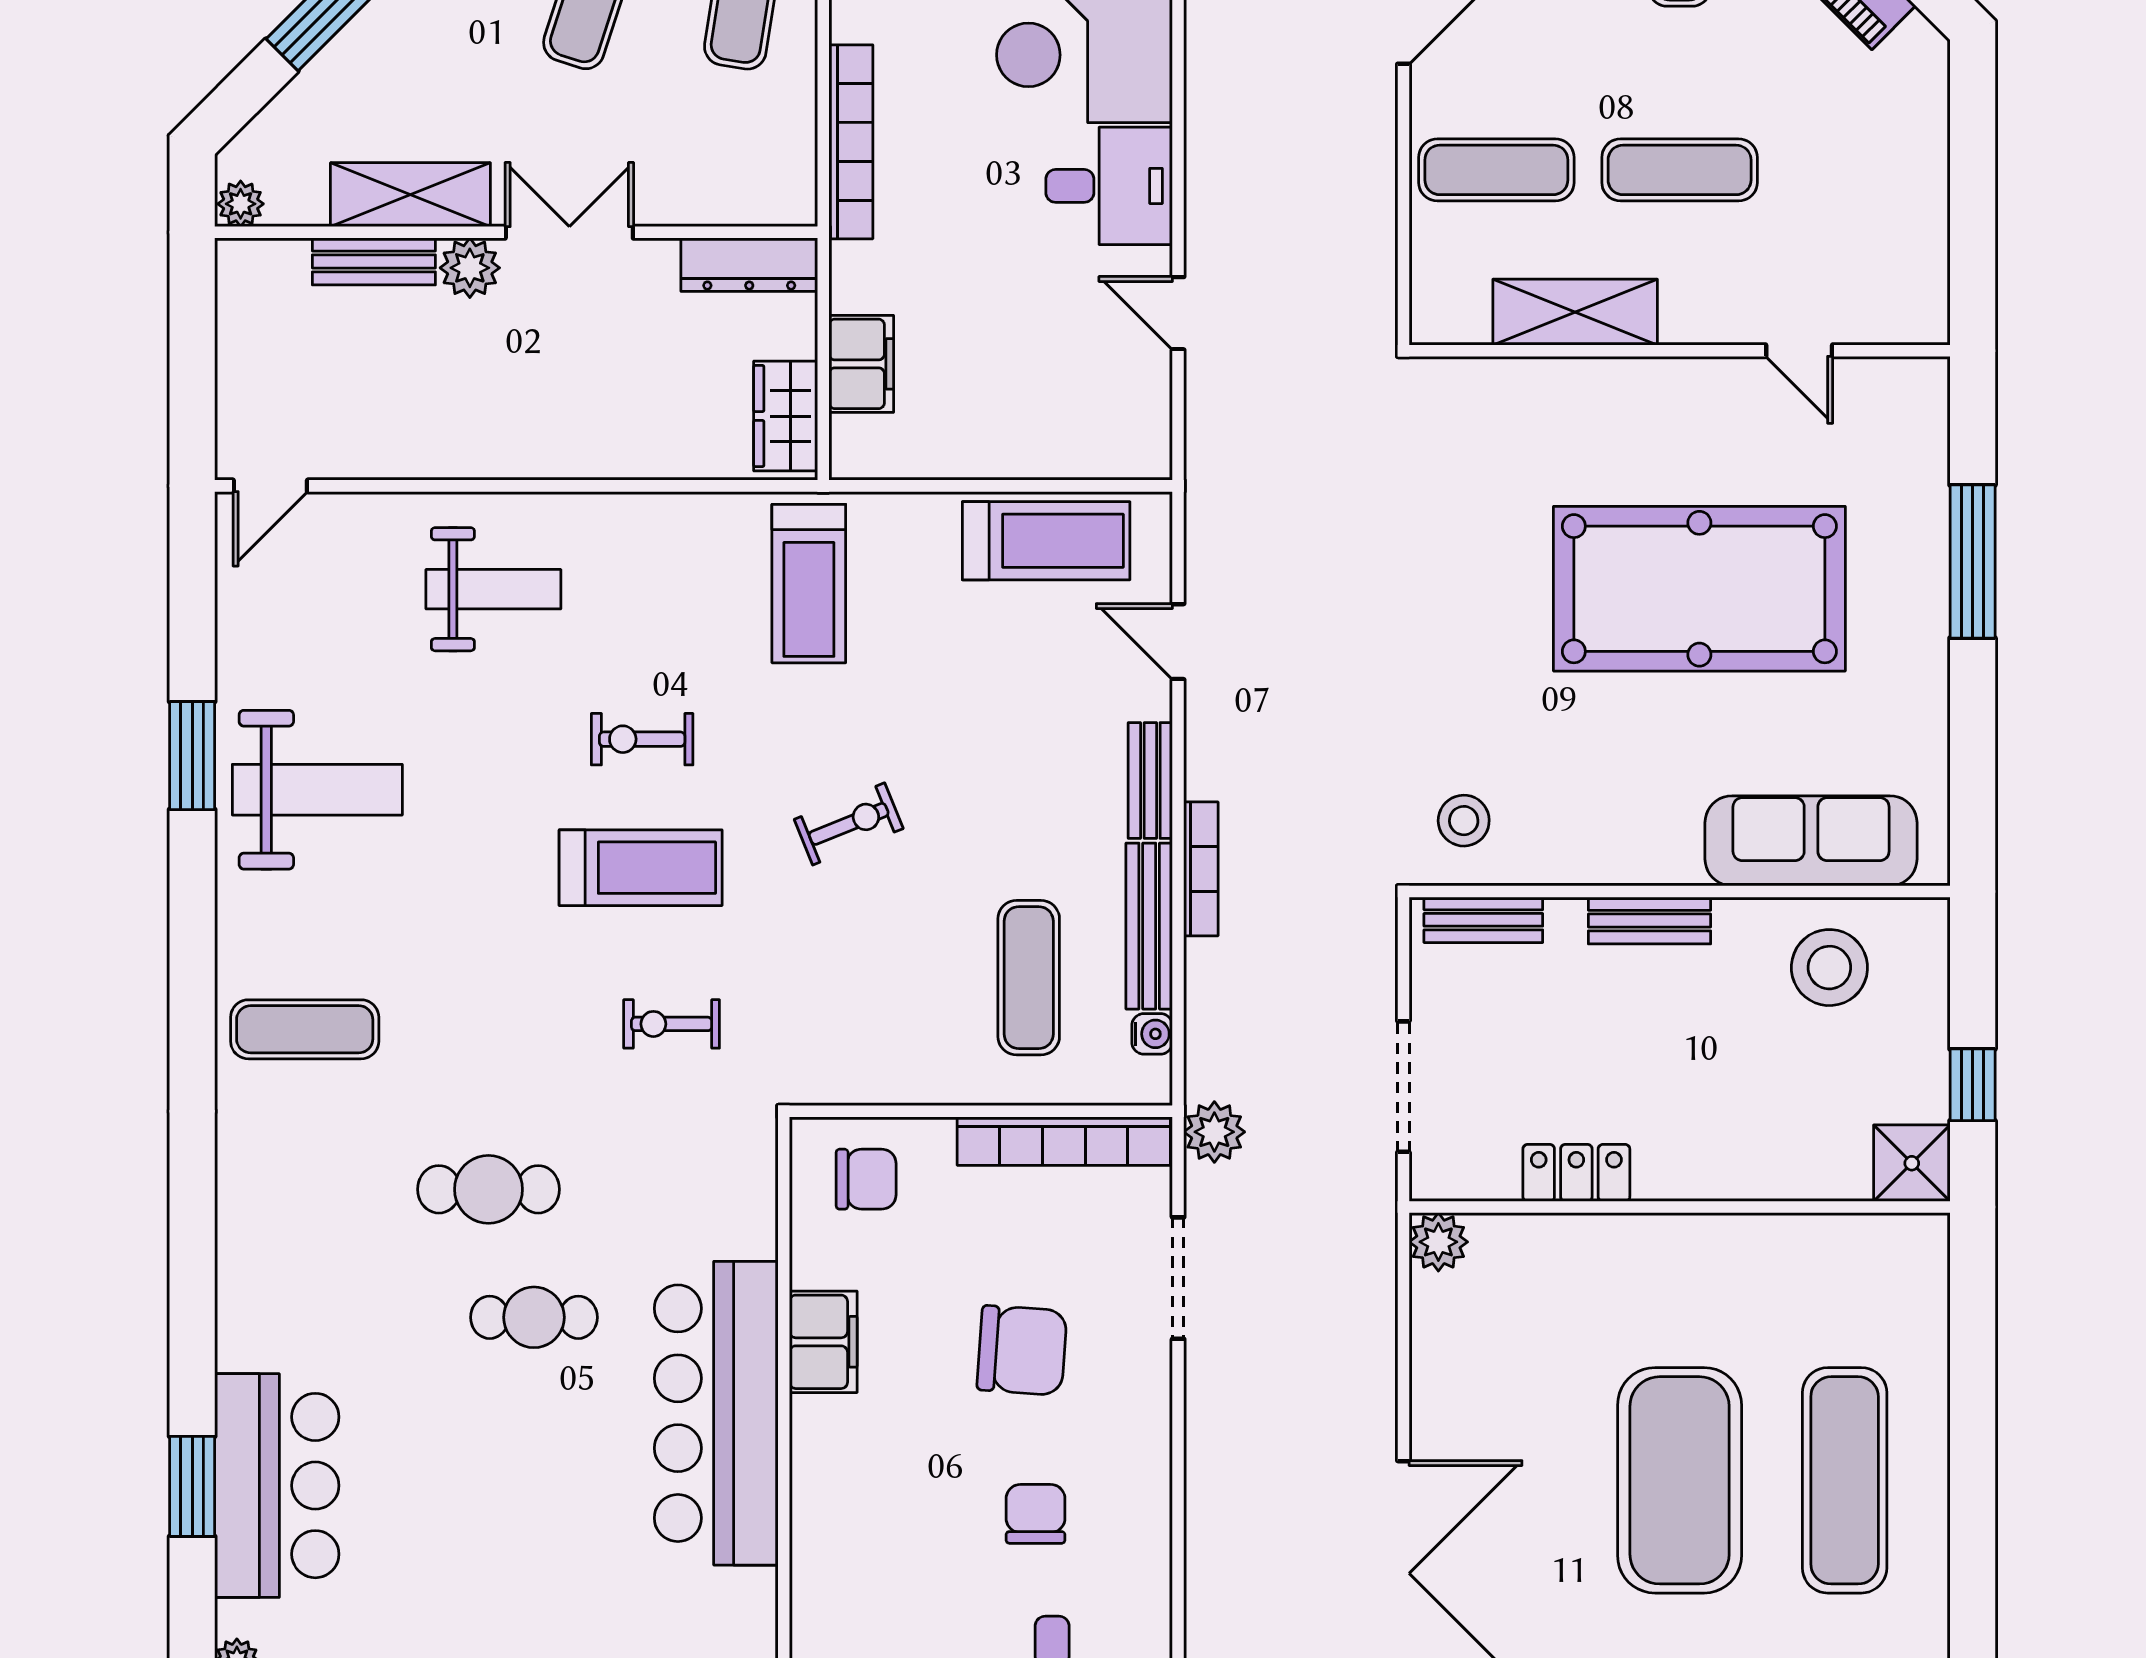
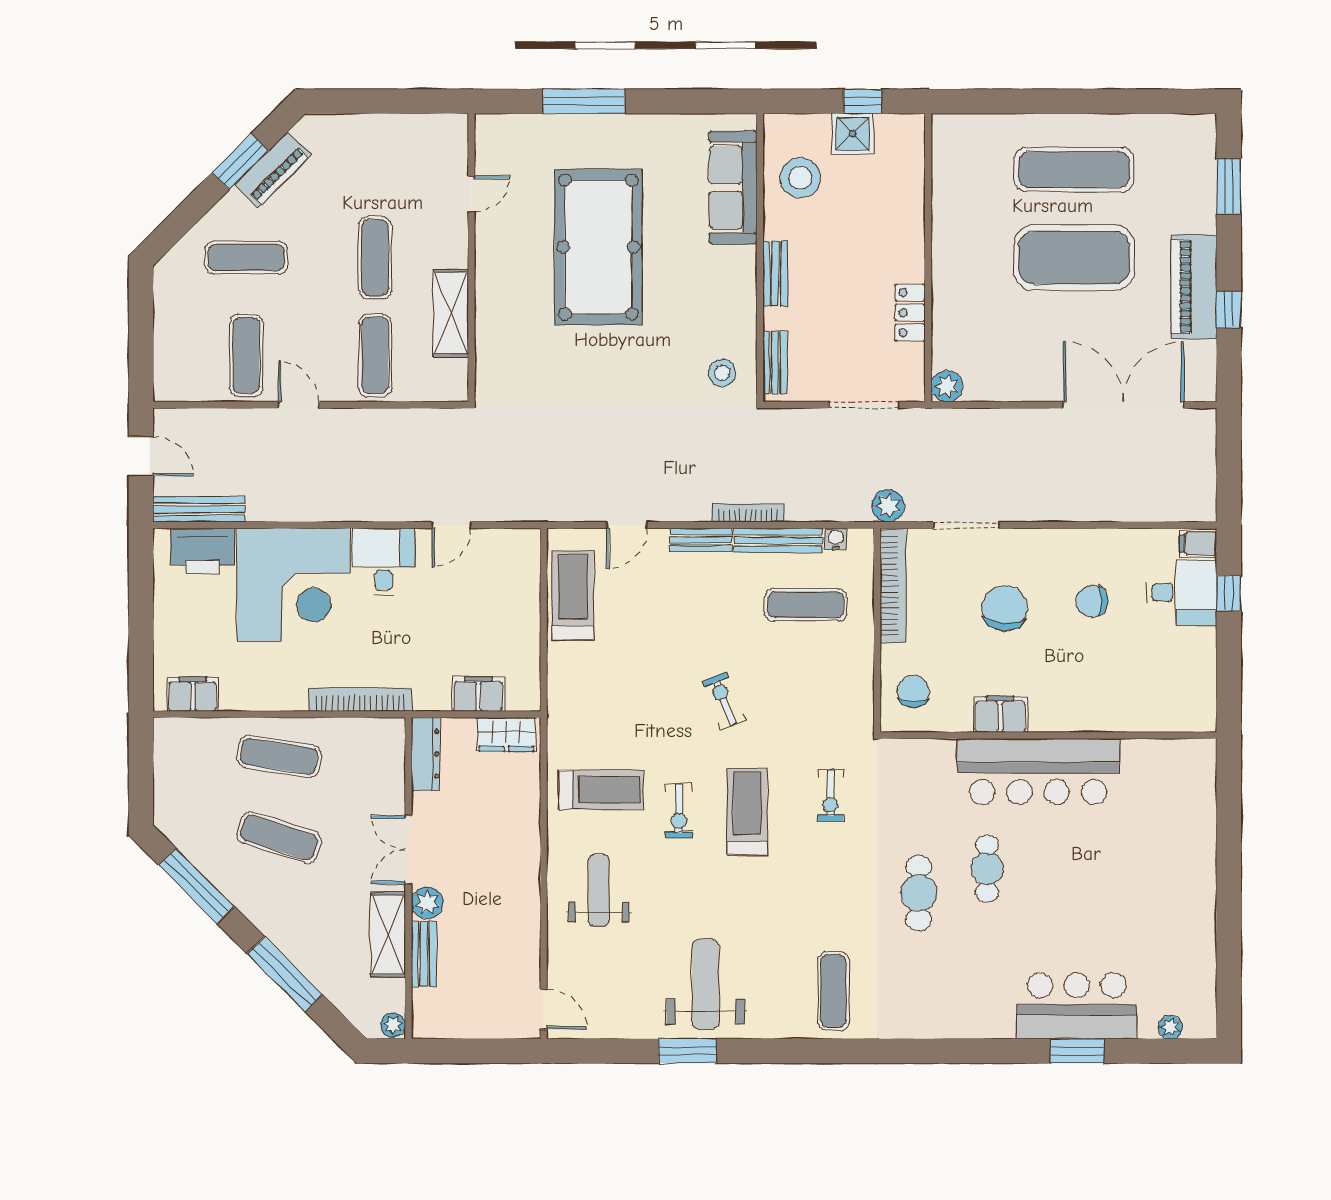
treadmill: (809, 584) -> (601, 790), moved
shower: (1912, 1163) -> (853, 134), moved

